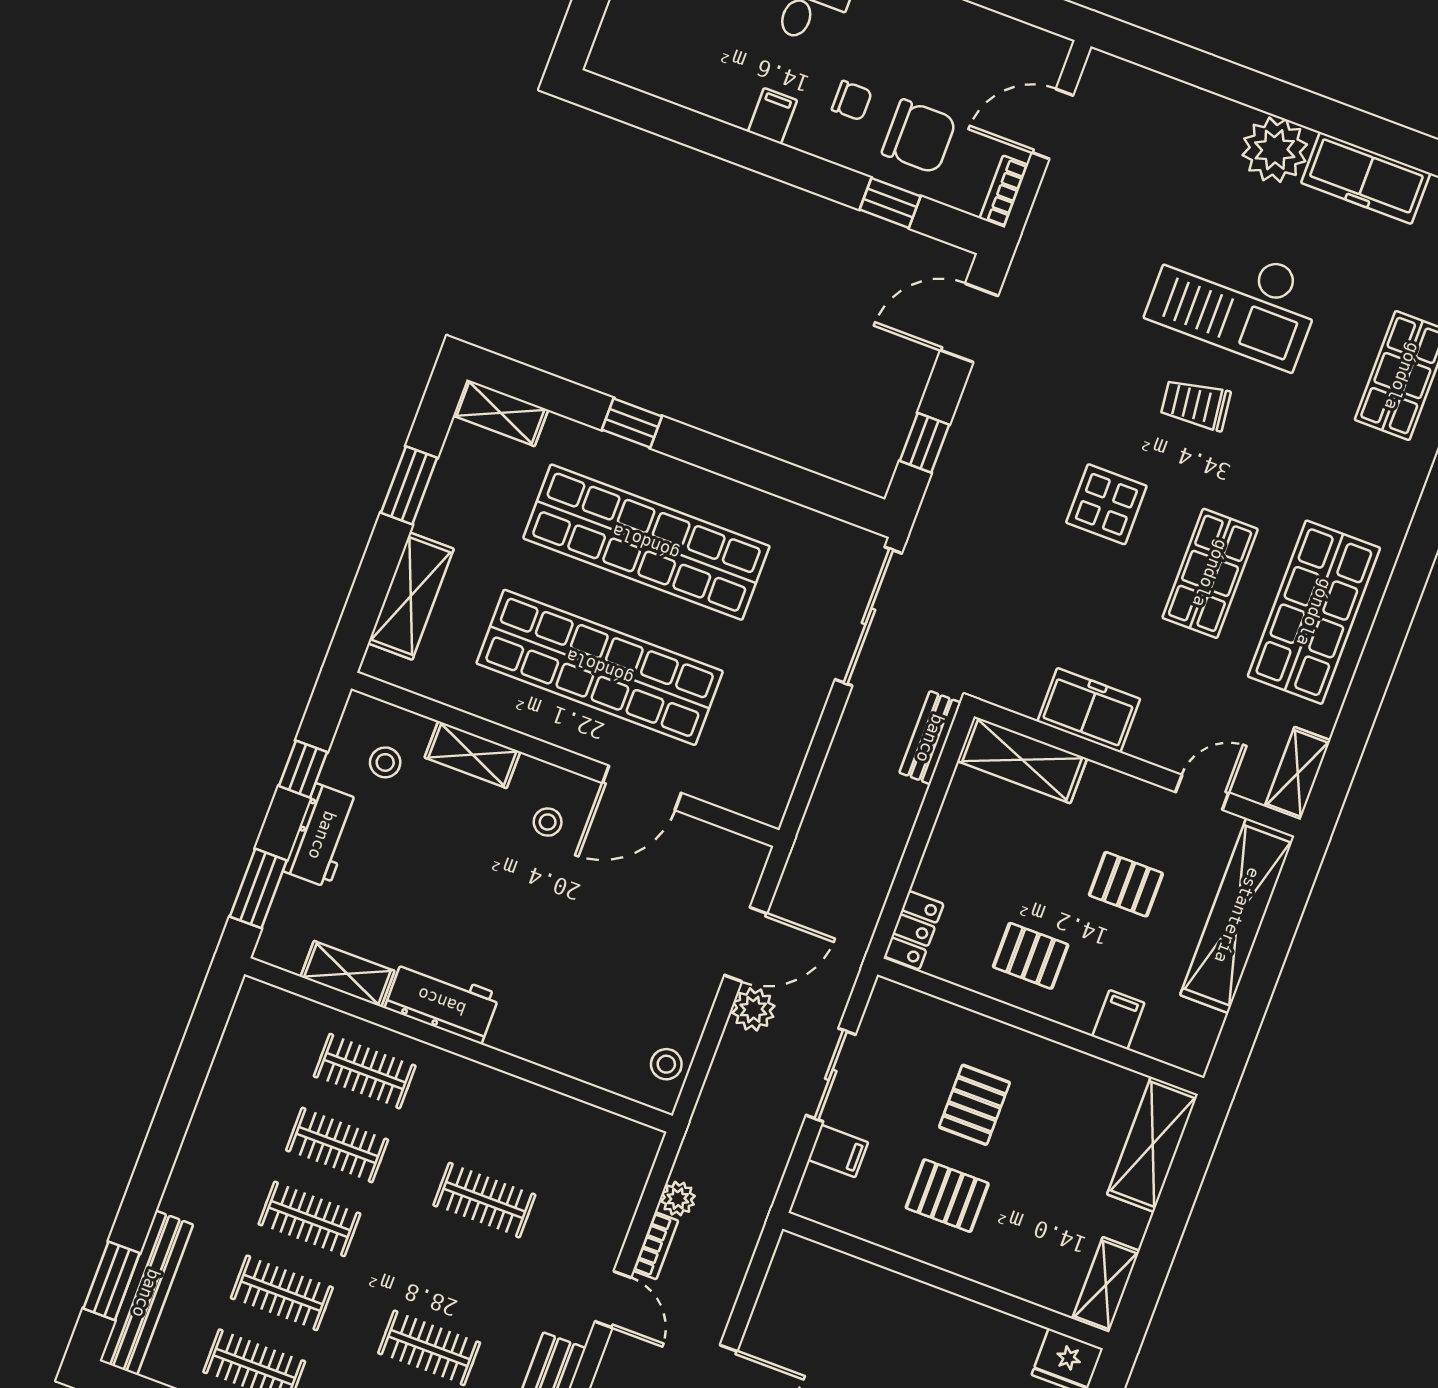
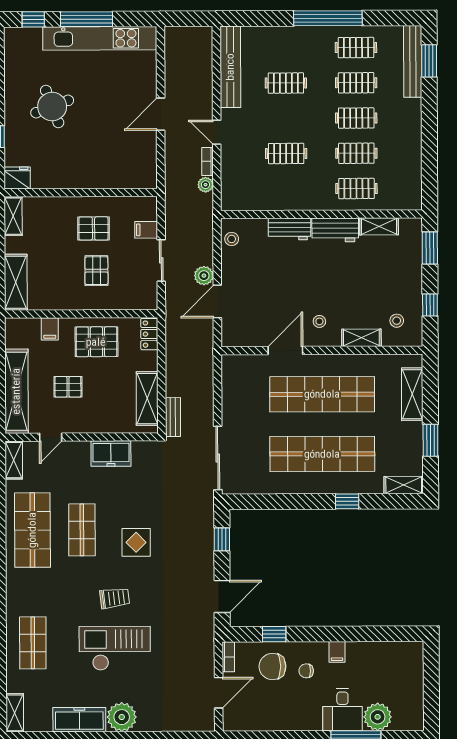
shelving: (1022, 760) -> (147, 398), moved, turned 90
workbench: (322, 835) -> (289, 229), moved, turned -90
pallet: (1031, 956) -> (96, 342), width x1.50, depth x1.42

